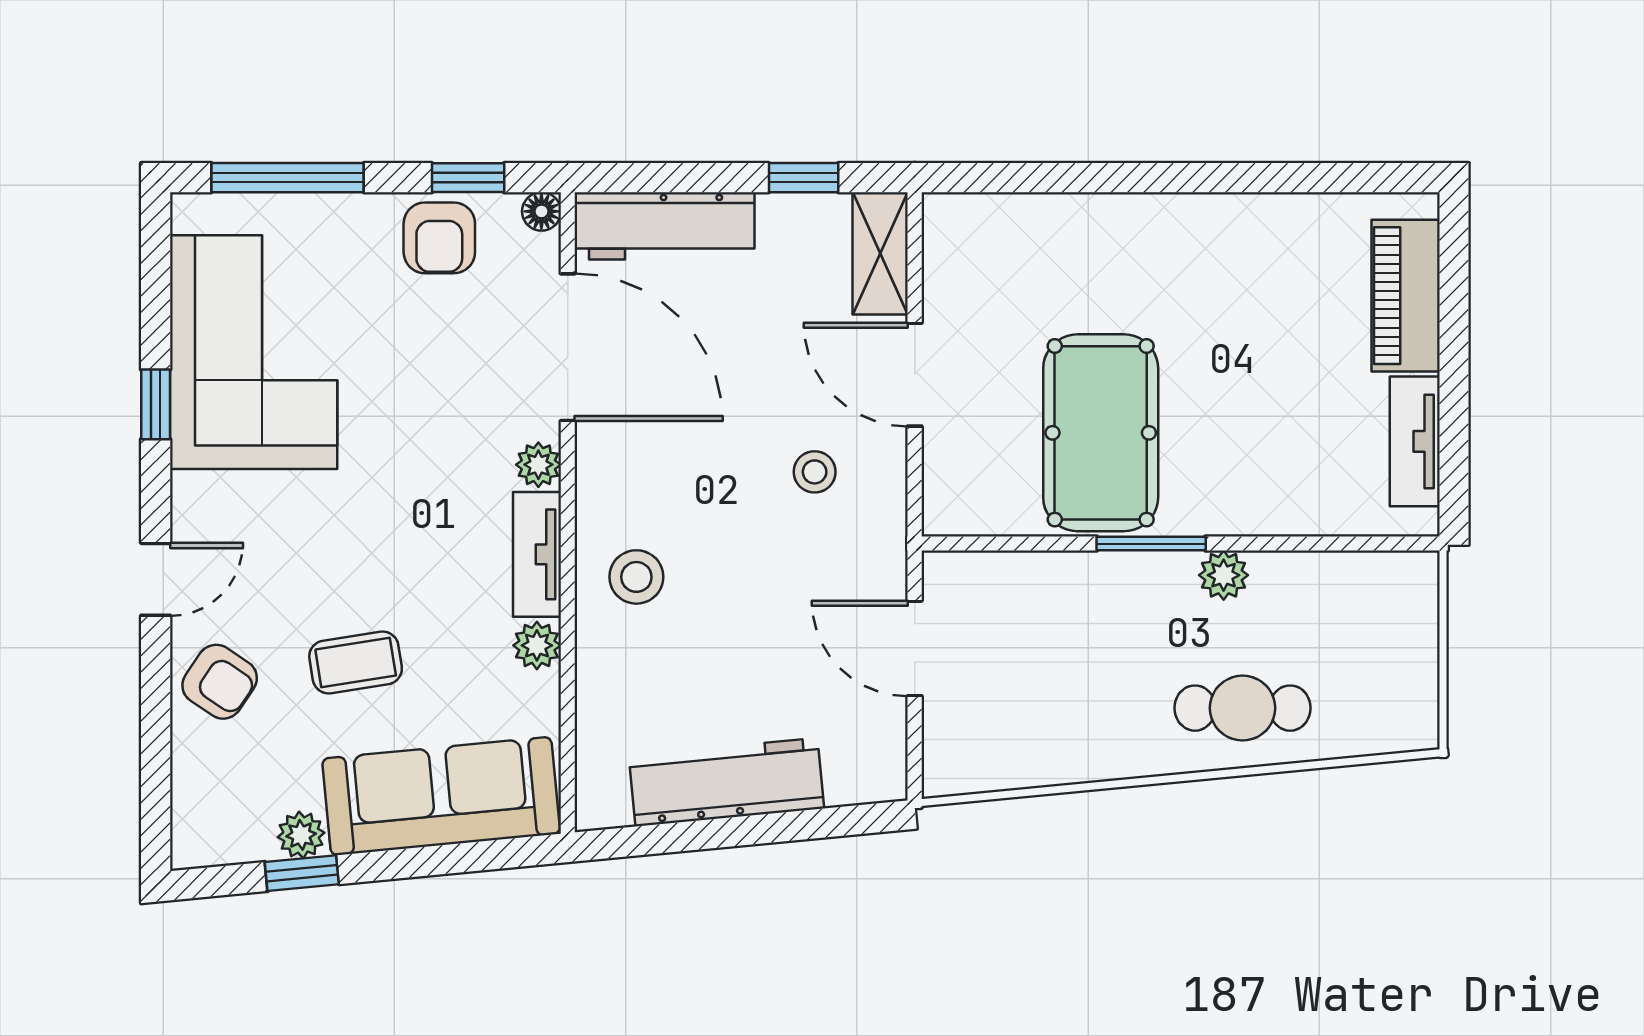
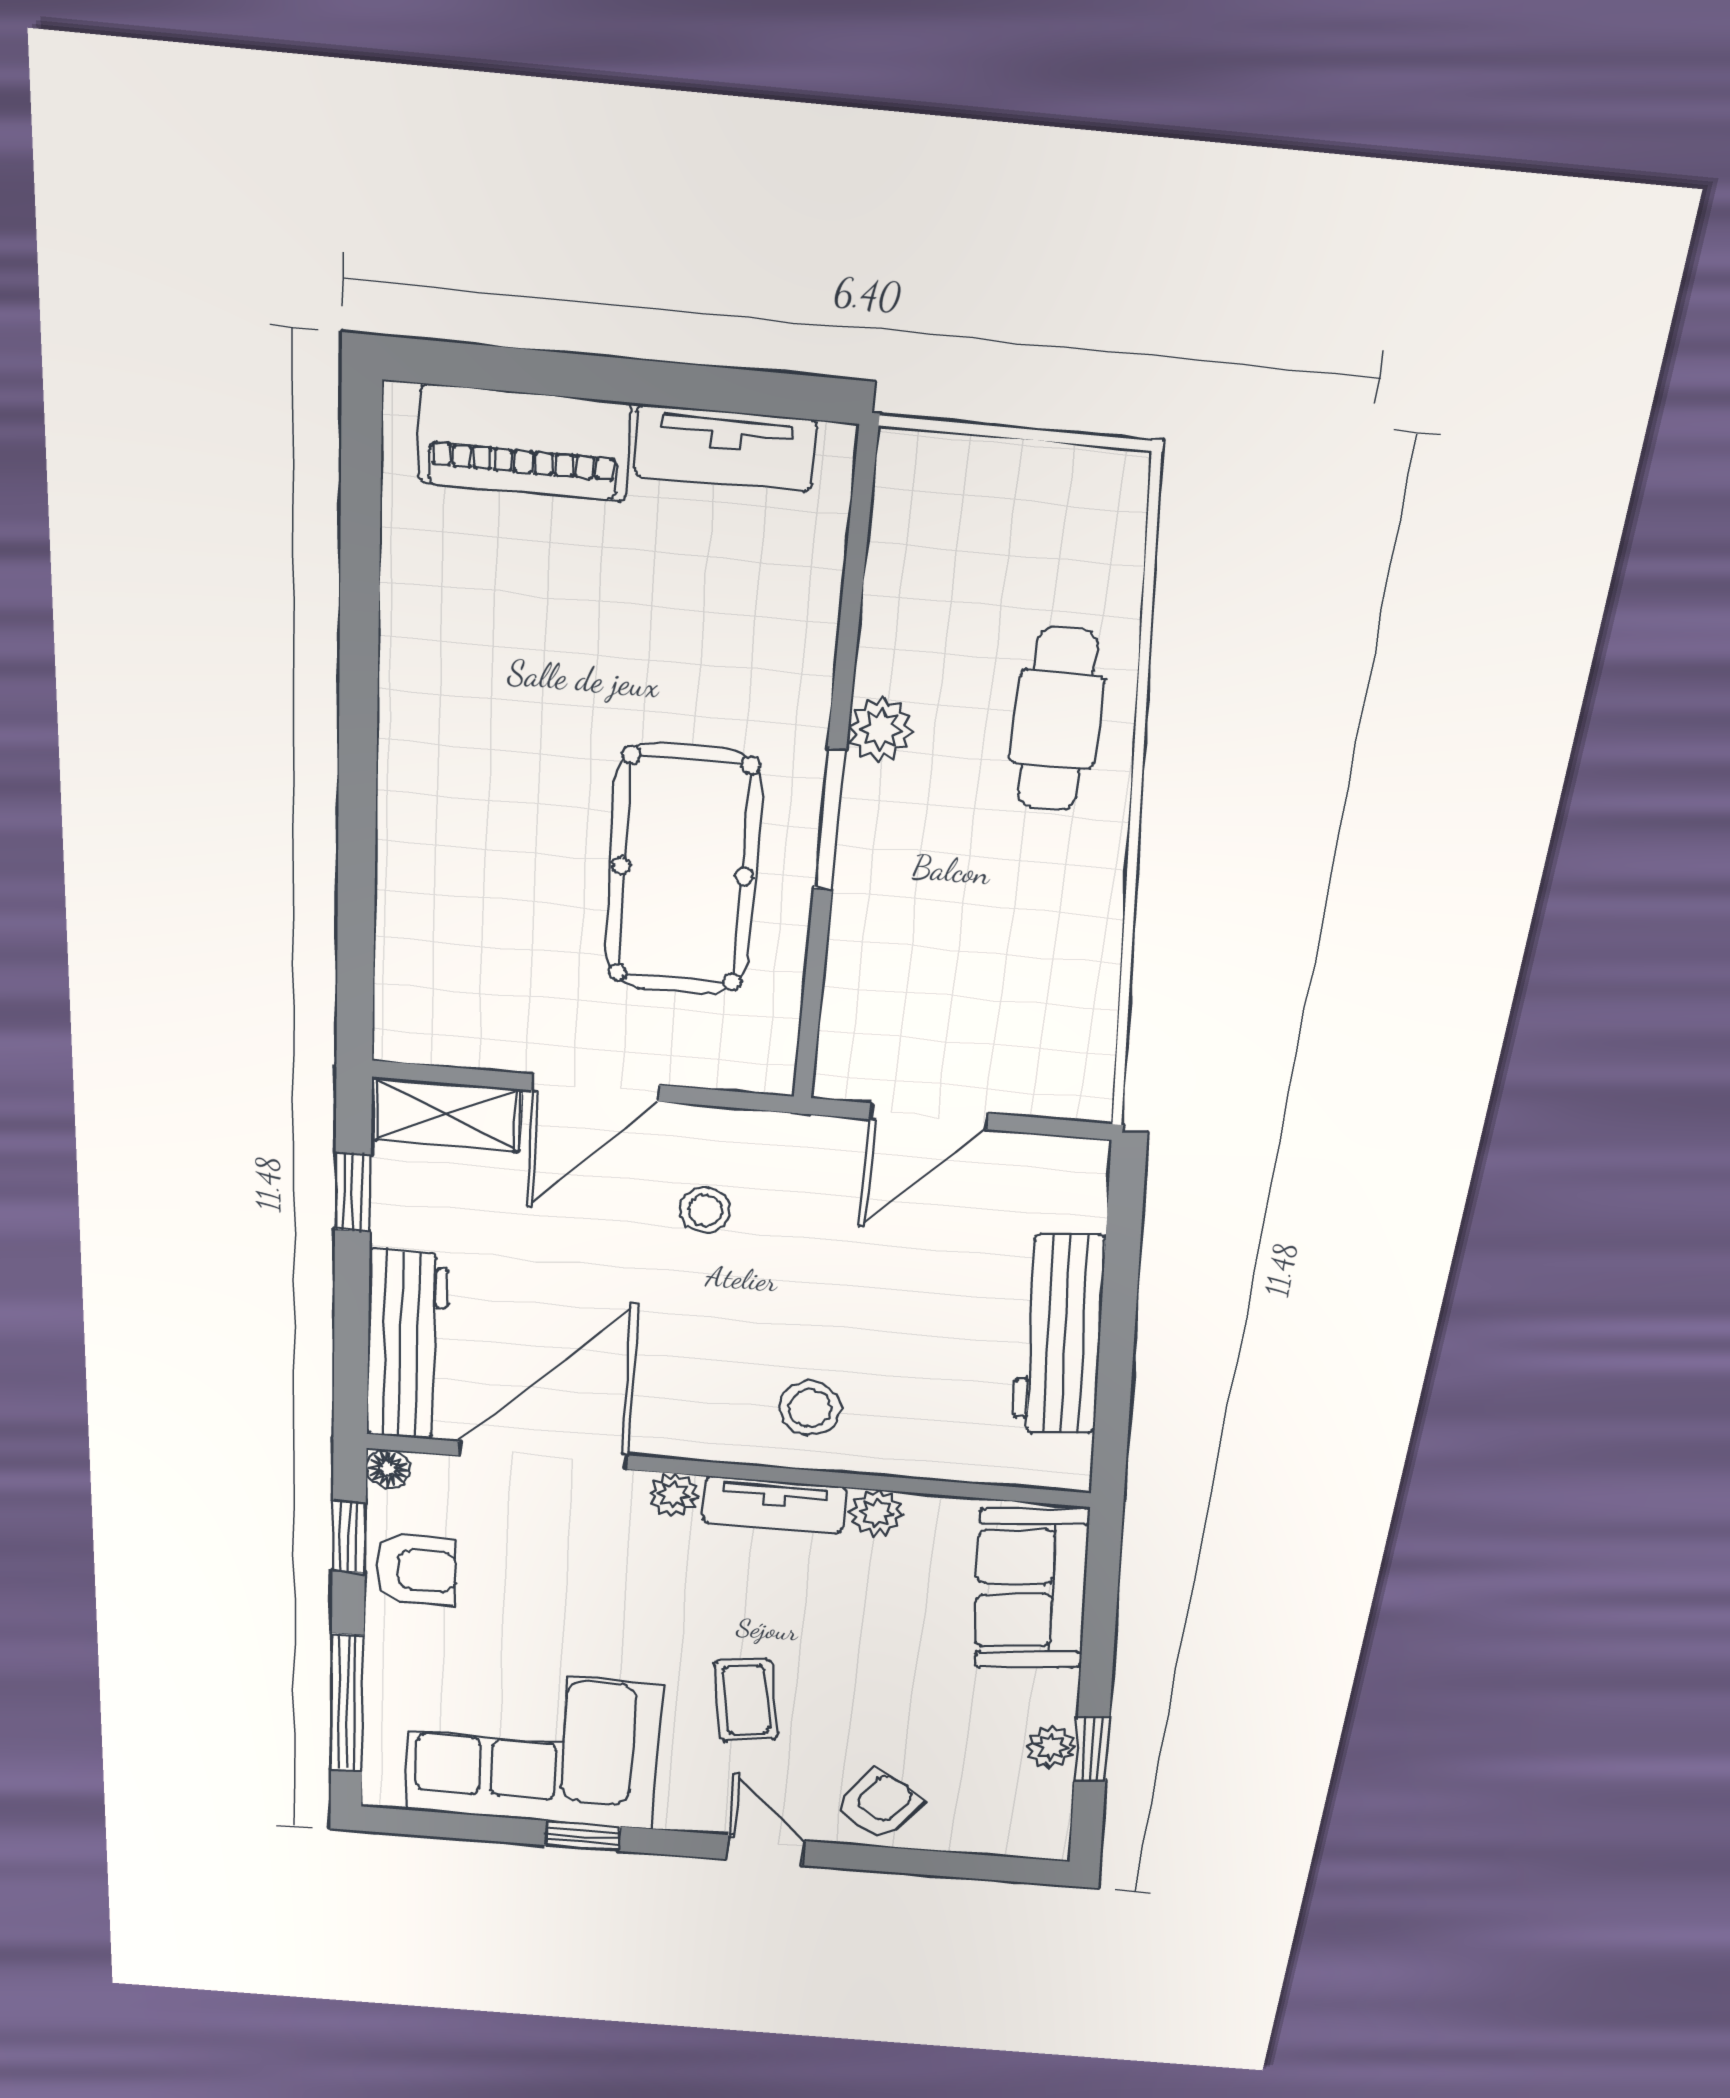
pool table: (1101, 433) -> (683, 871), turned 90
coffee table: (356, 662) -> (746, 1700), moved
sofa: (441, 796) -> (1031, 1589), width x0.73

